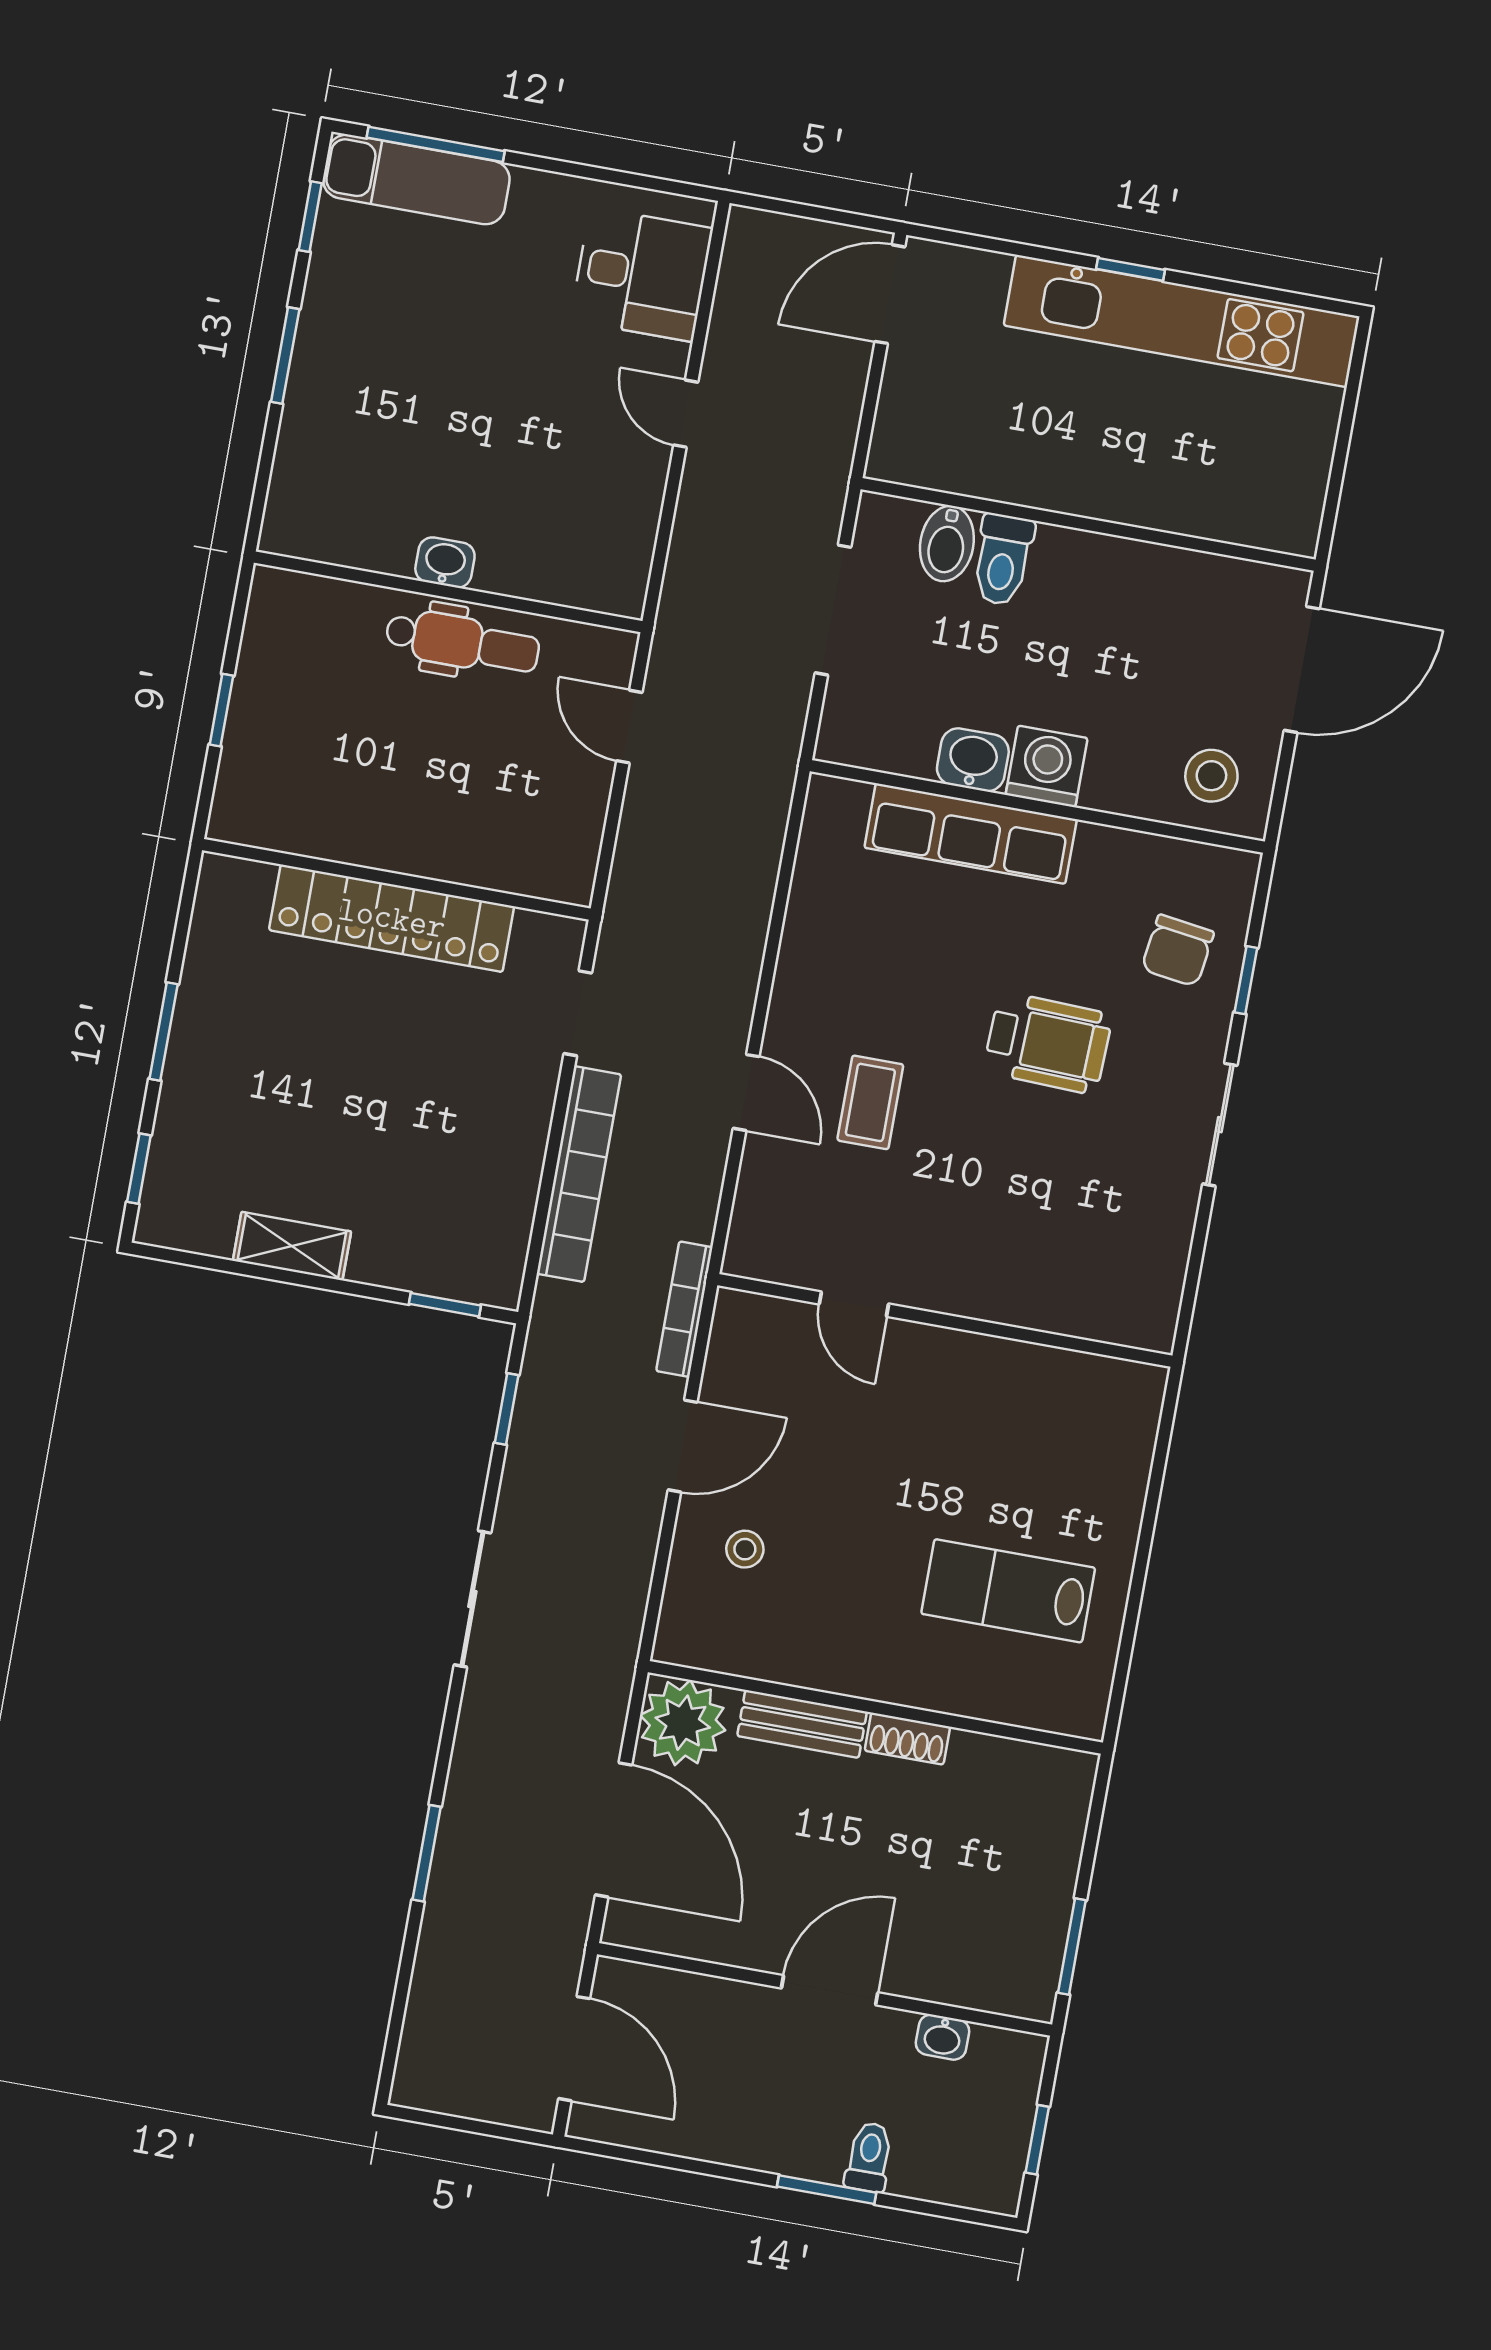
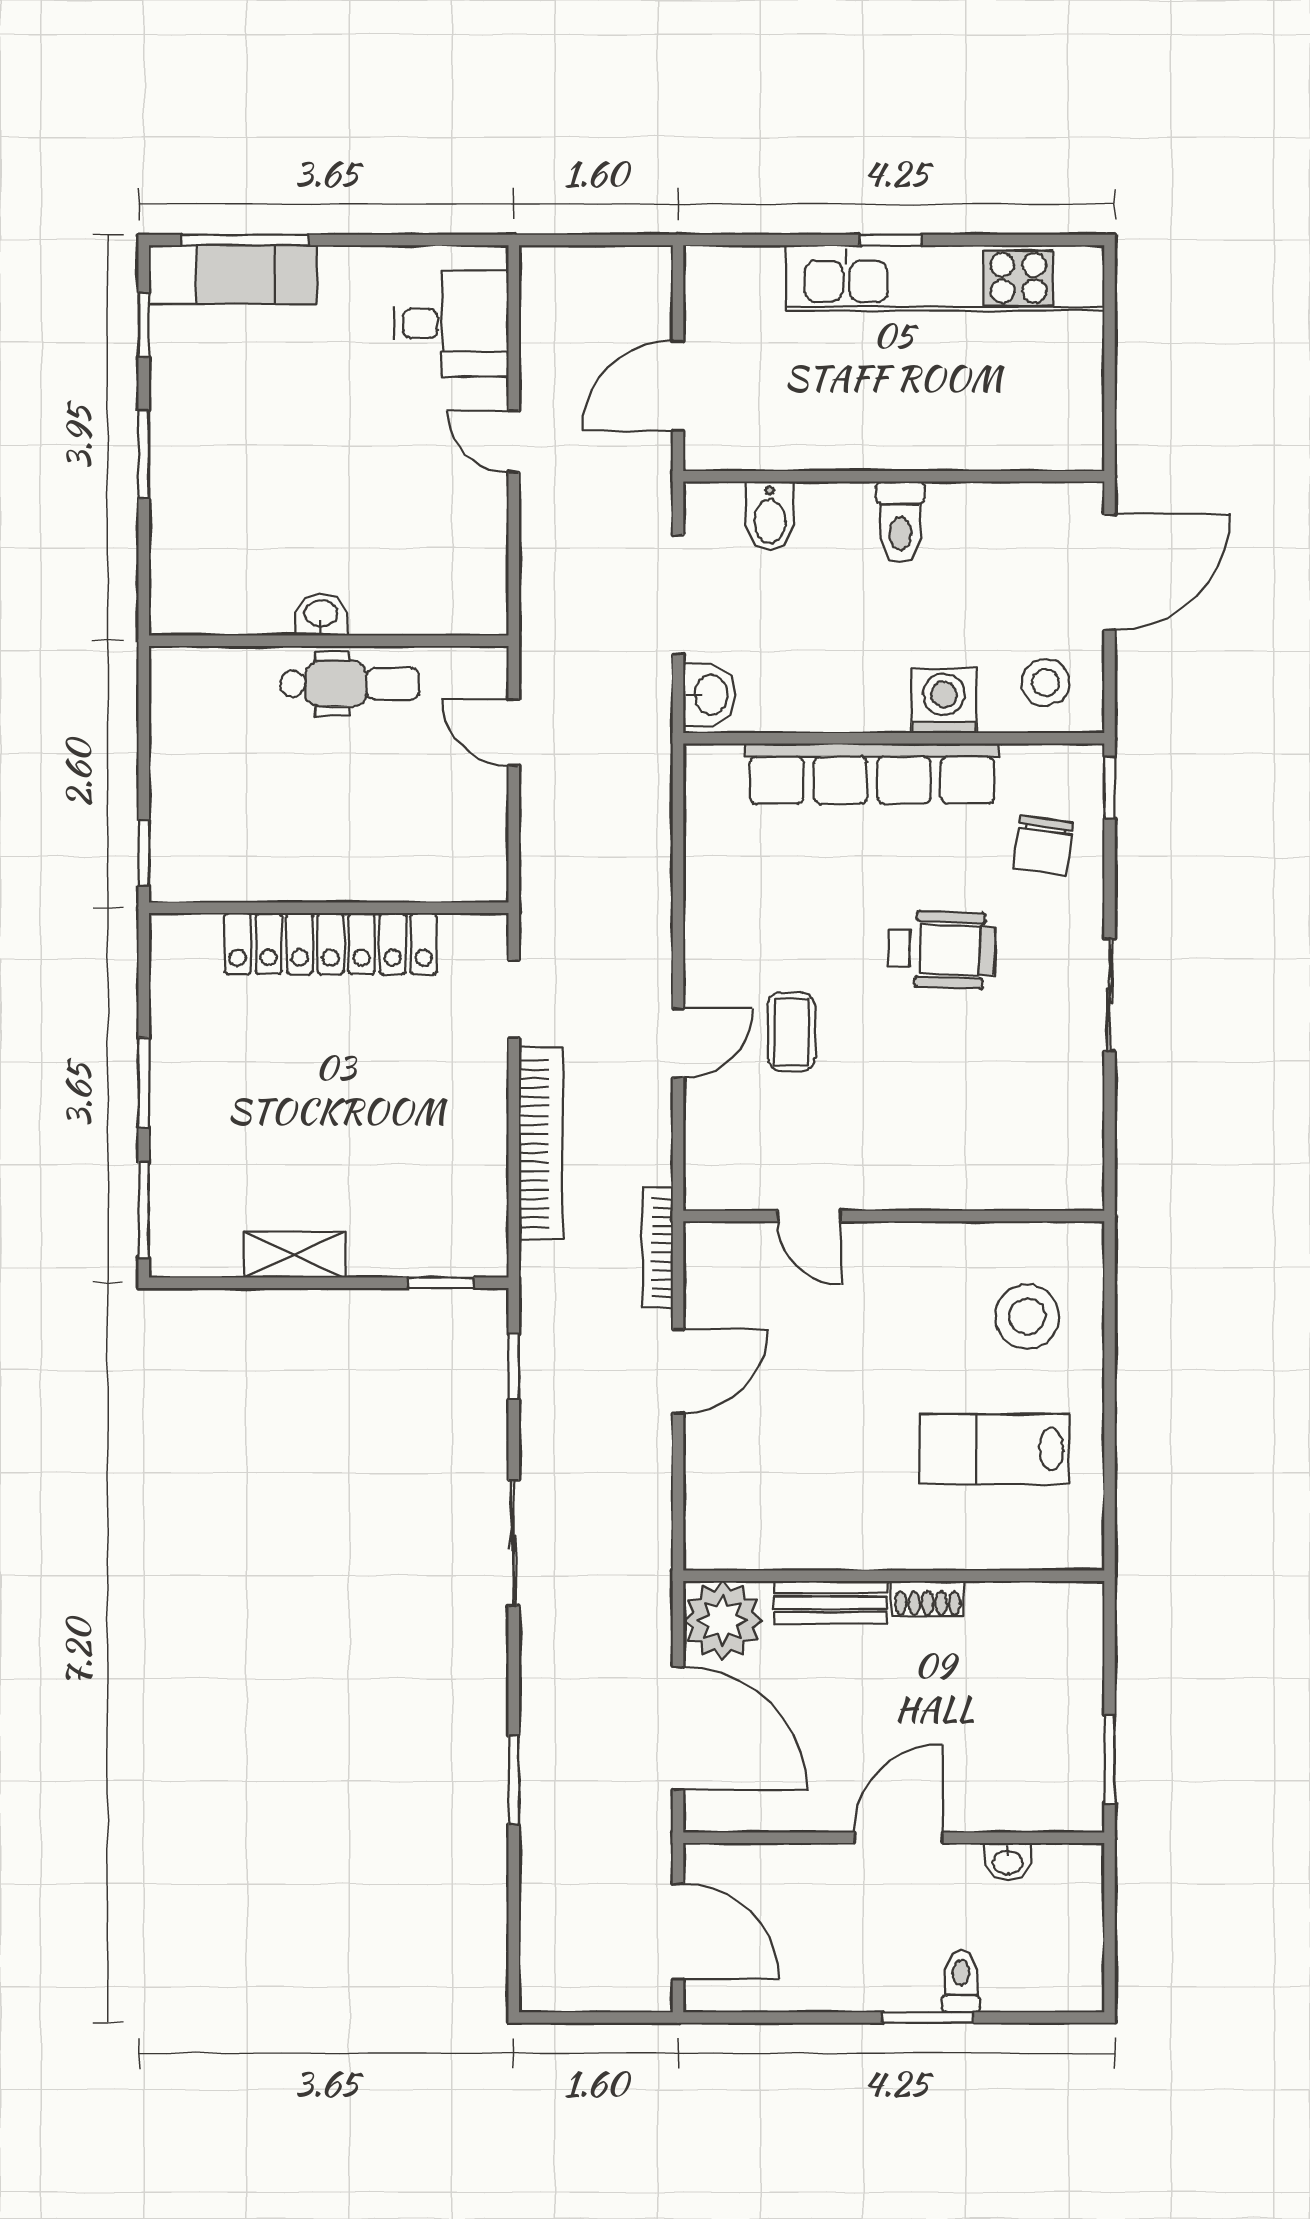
door: (890, 294) -> (678, 386), moved
toilet: (1003, 560) -> (900, 522), moved
window: (221, 710) -> (144, 853), moved
washbasin: (973, 760) -> (709, 695), moved, turned 90
washing machine: (1047, 766) -> (944, 701), moved
row of seats: (971, 834) -> (872, 774), width x1.36
window: (1246, 980) -> (1110, 788), moved
door: (746, 1092) -> (678, 1043), hinge flipped
window: (139, 1169) -> (144, 1210), width x1.50
stool: (745, 1549) -> (1027, 1317), moved, width x1.89, depth x1.89
window: (1037, 2140) -> (1110, 1939), removed

